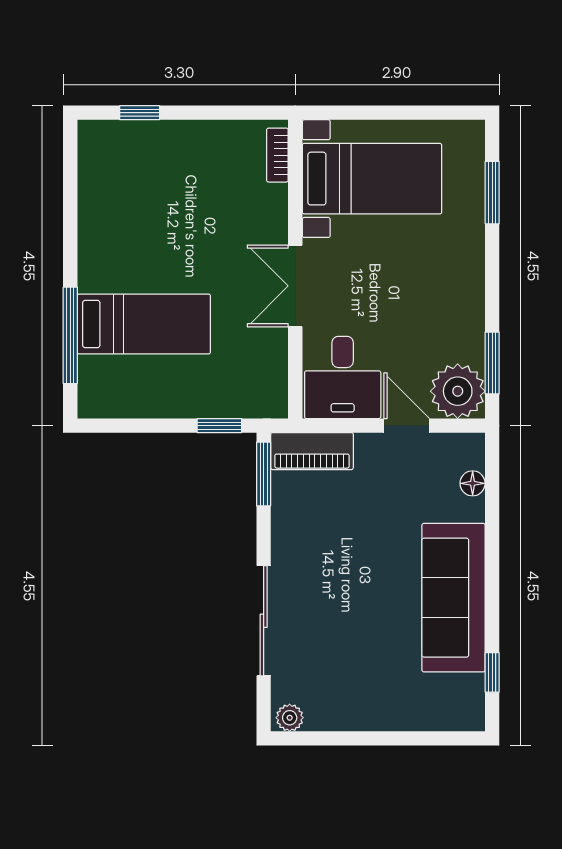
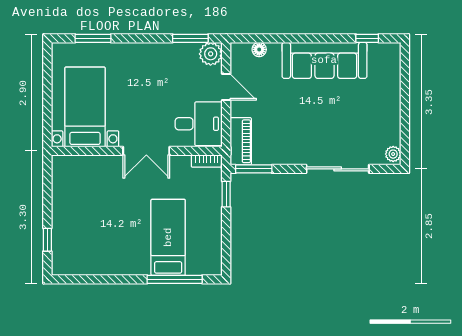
bookcase: (277, 155) -> (207, 161), moved
plant: (458, 391) -> (211, 54), width x0.73, depth x0.73
door: (407, 426) -> (226, 87), swing flipped

